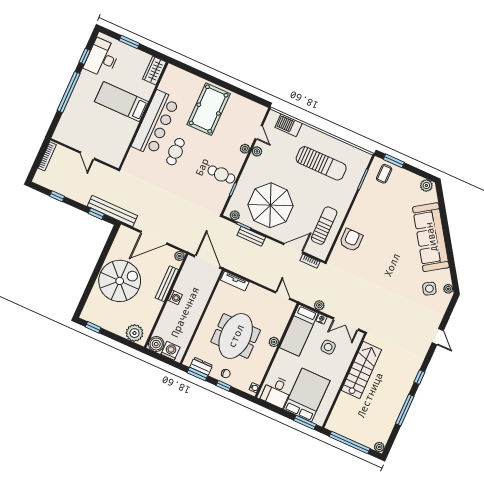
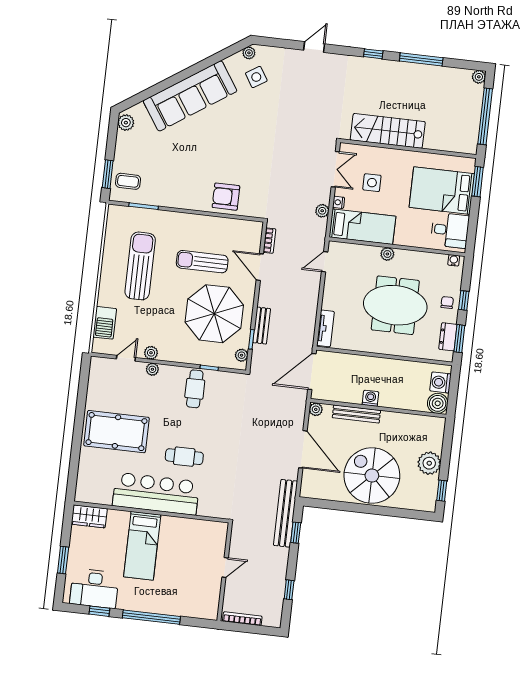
sun lounger: (324, 226) -> (202, 262), moved
plant: (134, 333) -> (429, 463), moved

